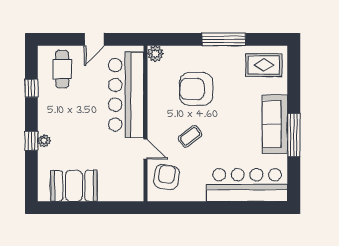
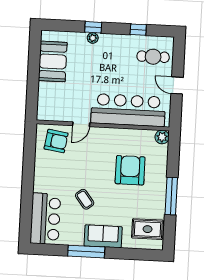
rug: (264, 65) -> (148, 229), turned 90
sofa: (275, 124) -> (103, 236), width x0.73
coffee table: (190, 136) -> (85, 199), moved
bar counter: (247, 185) -> (45, 219), width x0.73

